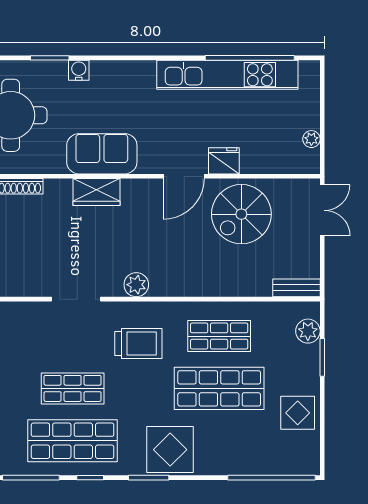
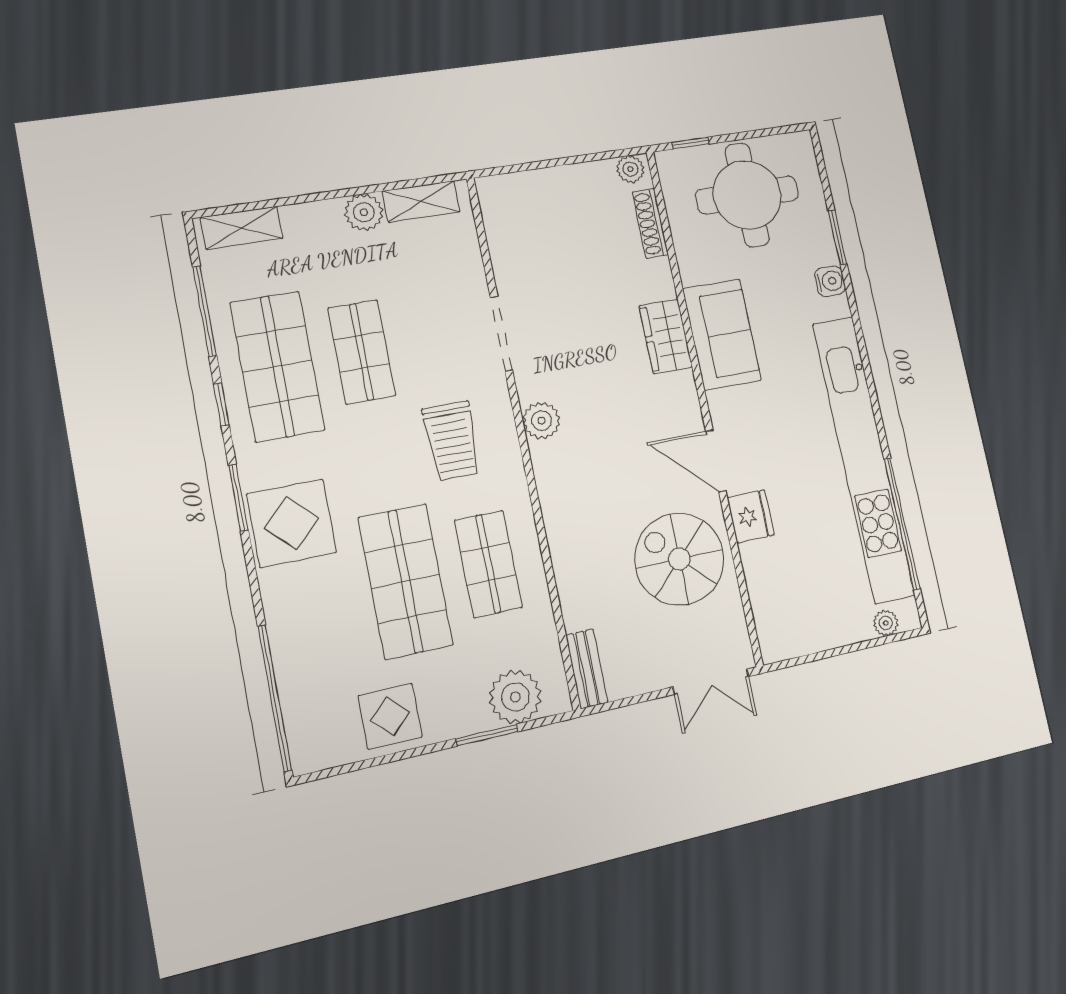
kitchen unit: (227, 75) -> (863, 459), width x1.36
plant: (311, 139) -> (886, 623), moved
plant: (308, 331) -> (515, 697), width x1.36, depth x1.36

